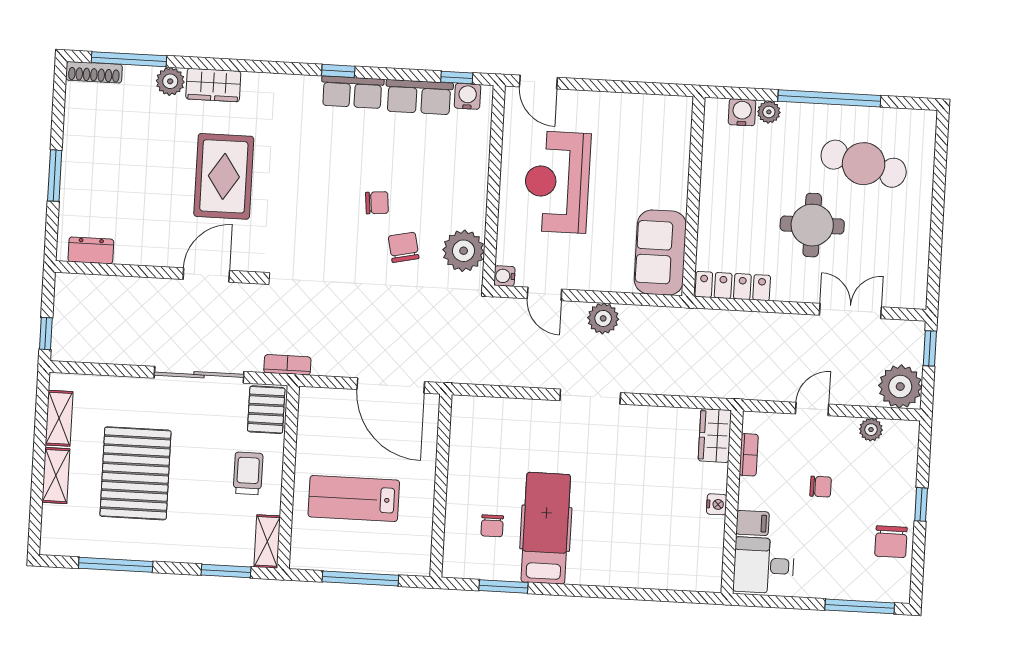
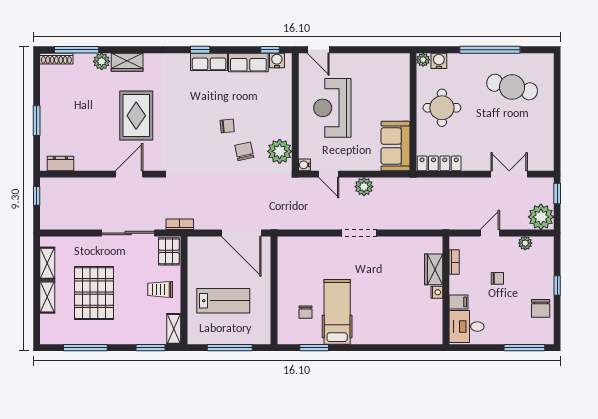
plant: (769, 112) -> (423, 60), moved
round table: (812, 225) -> (442, 108), moved
window: (46, 334) -> (37, 196), moved
wardrobe: (715, 436) -> (434, 269), moved
trolley: (248, 473) -> (160, 289), turned -90
lab bench: (354, 498) -> (223, 301), turned 180

